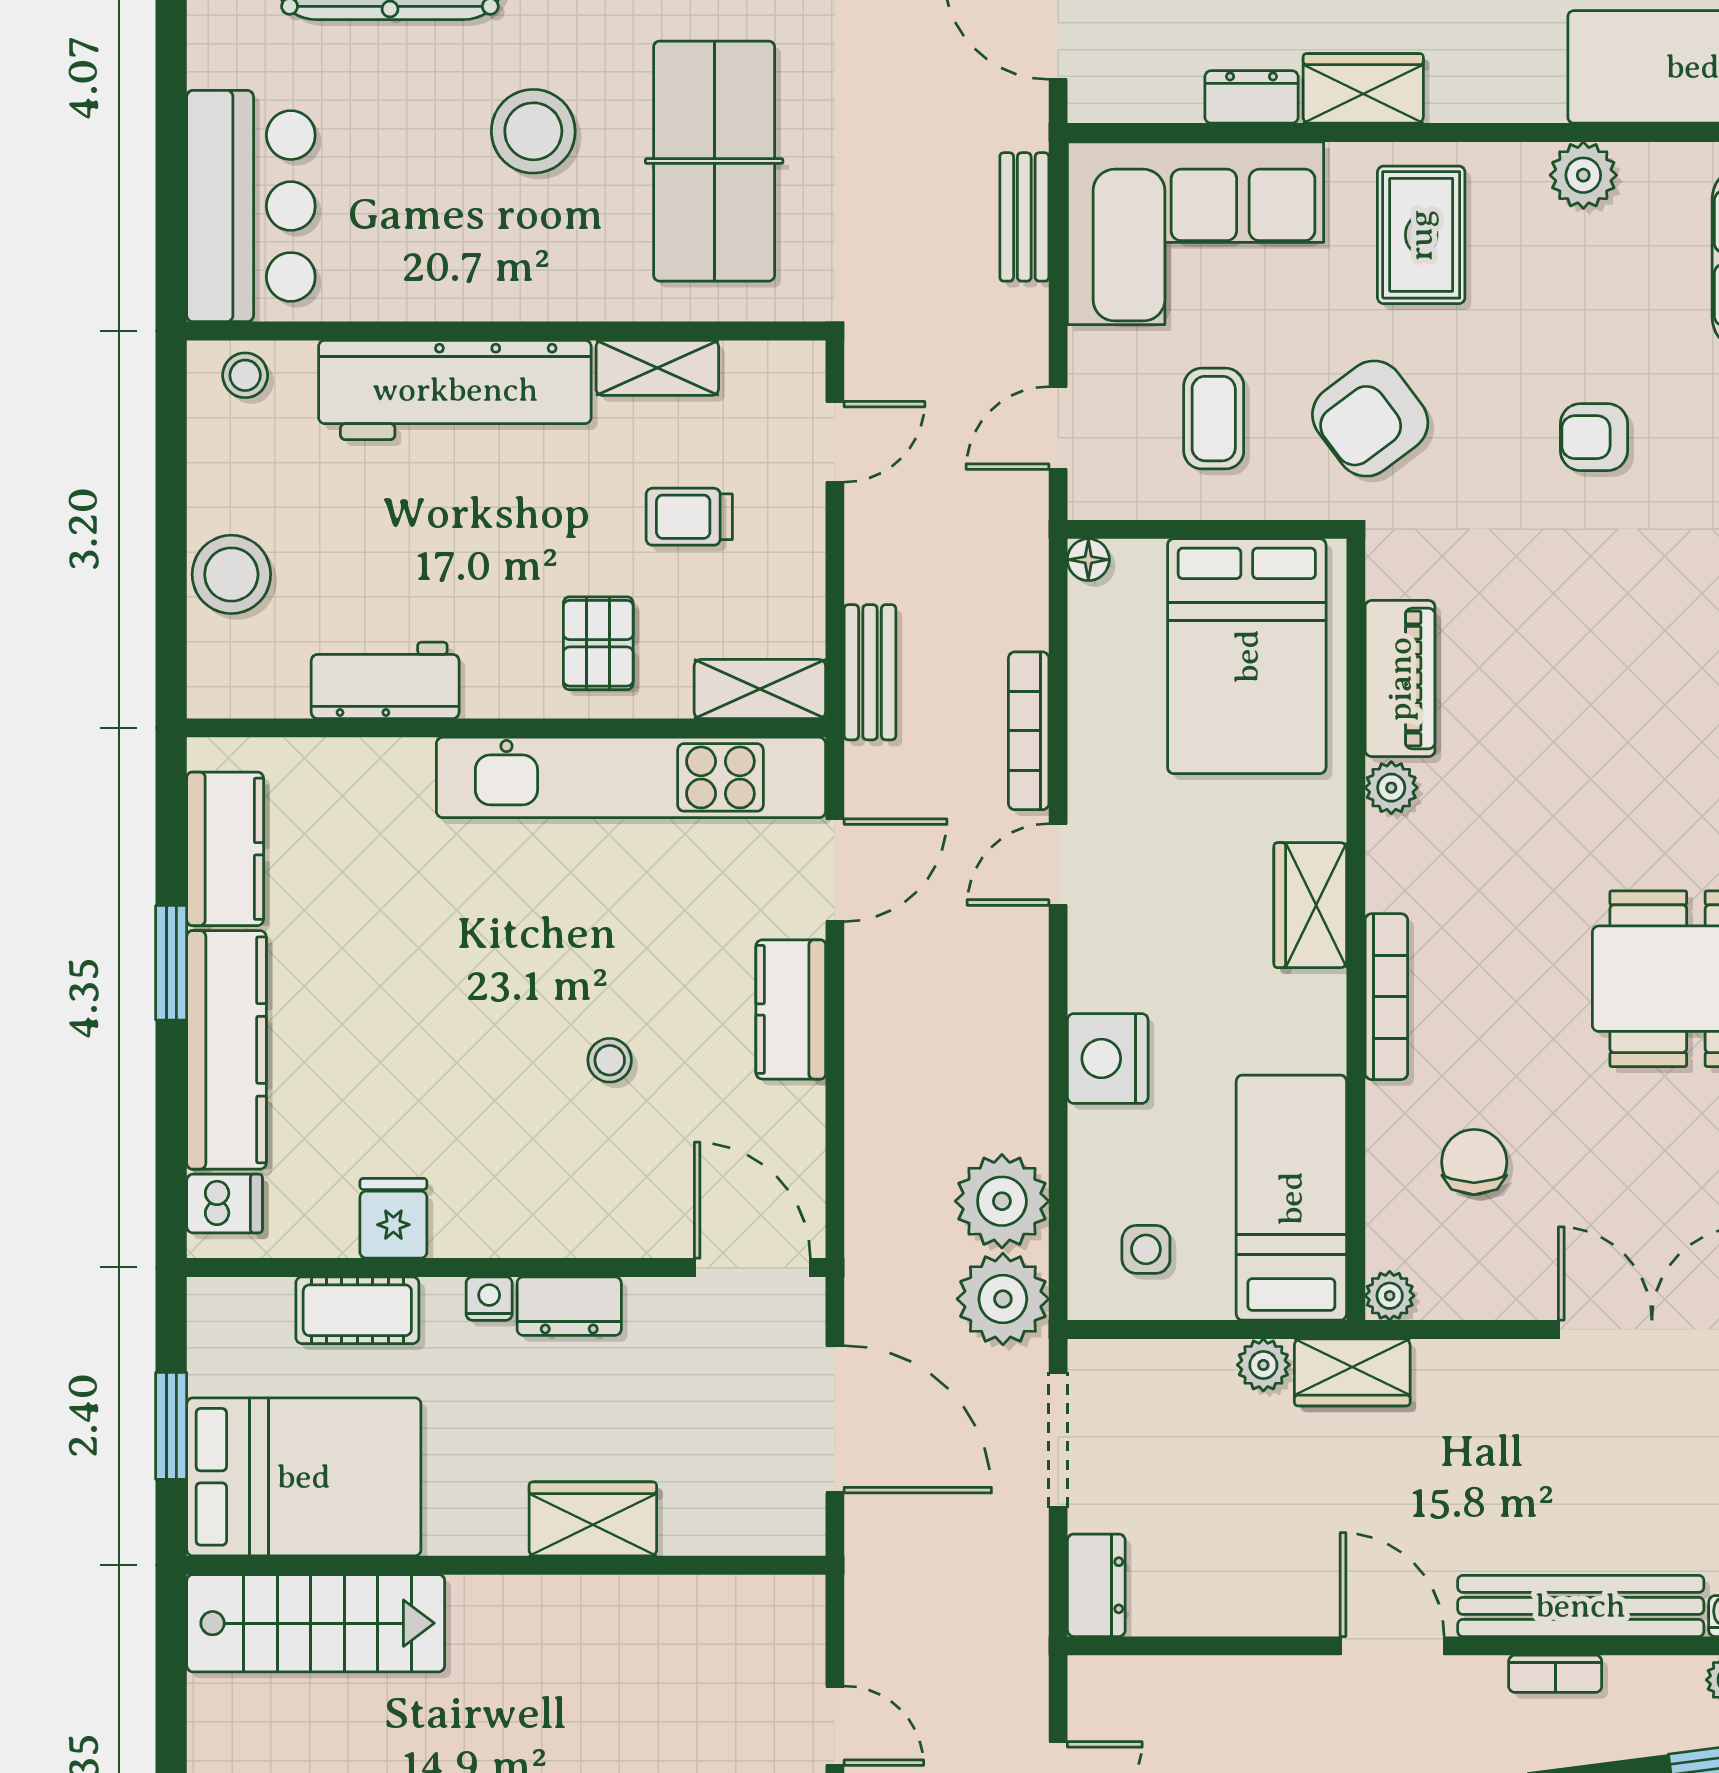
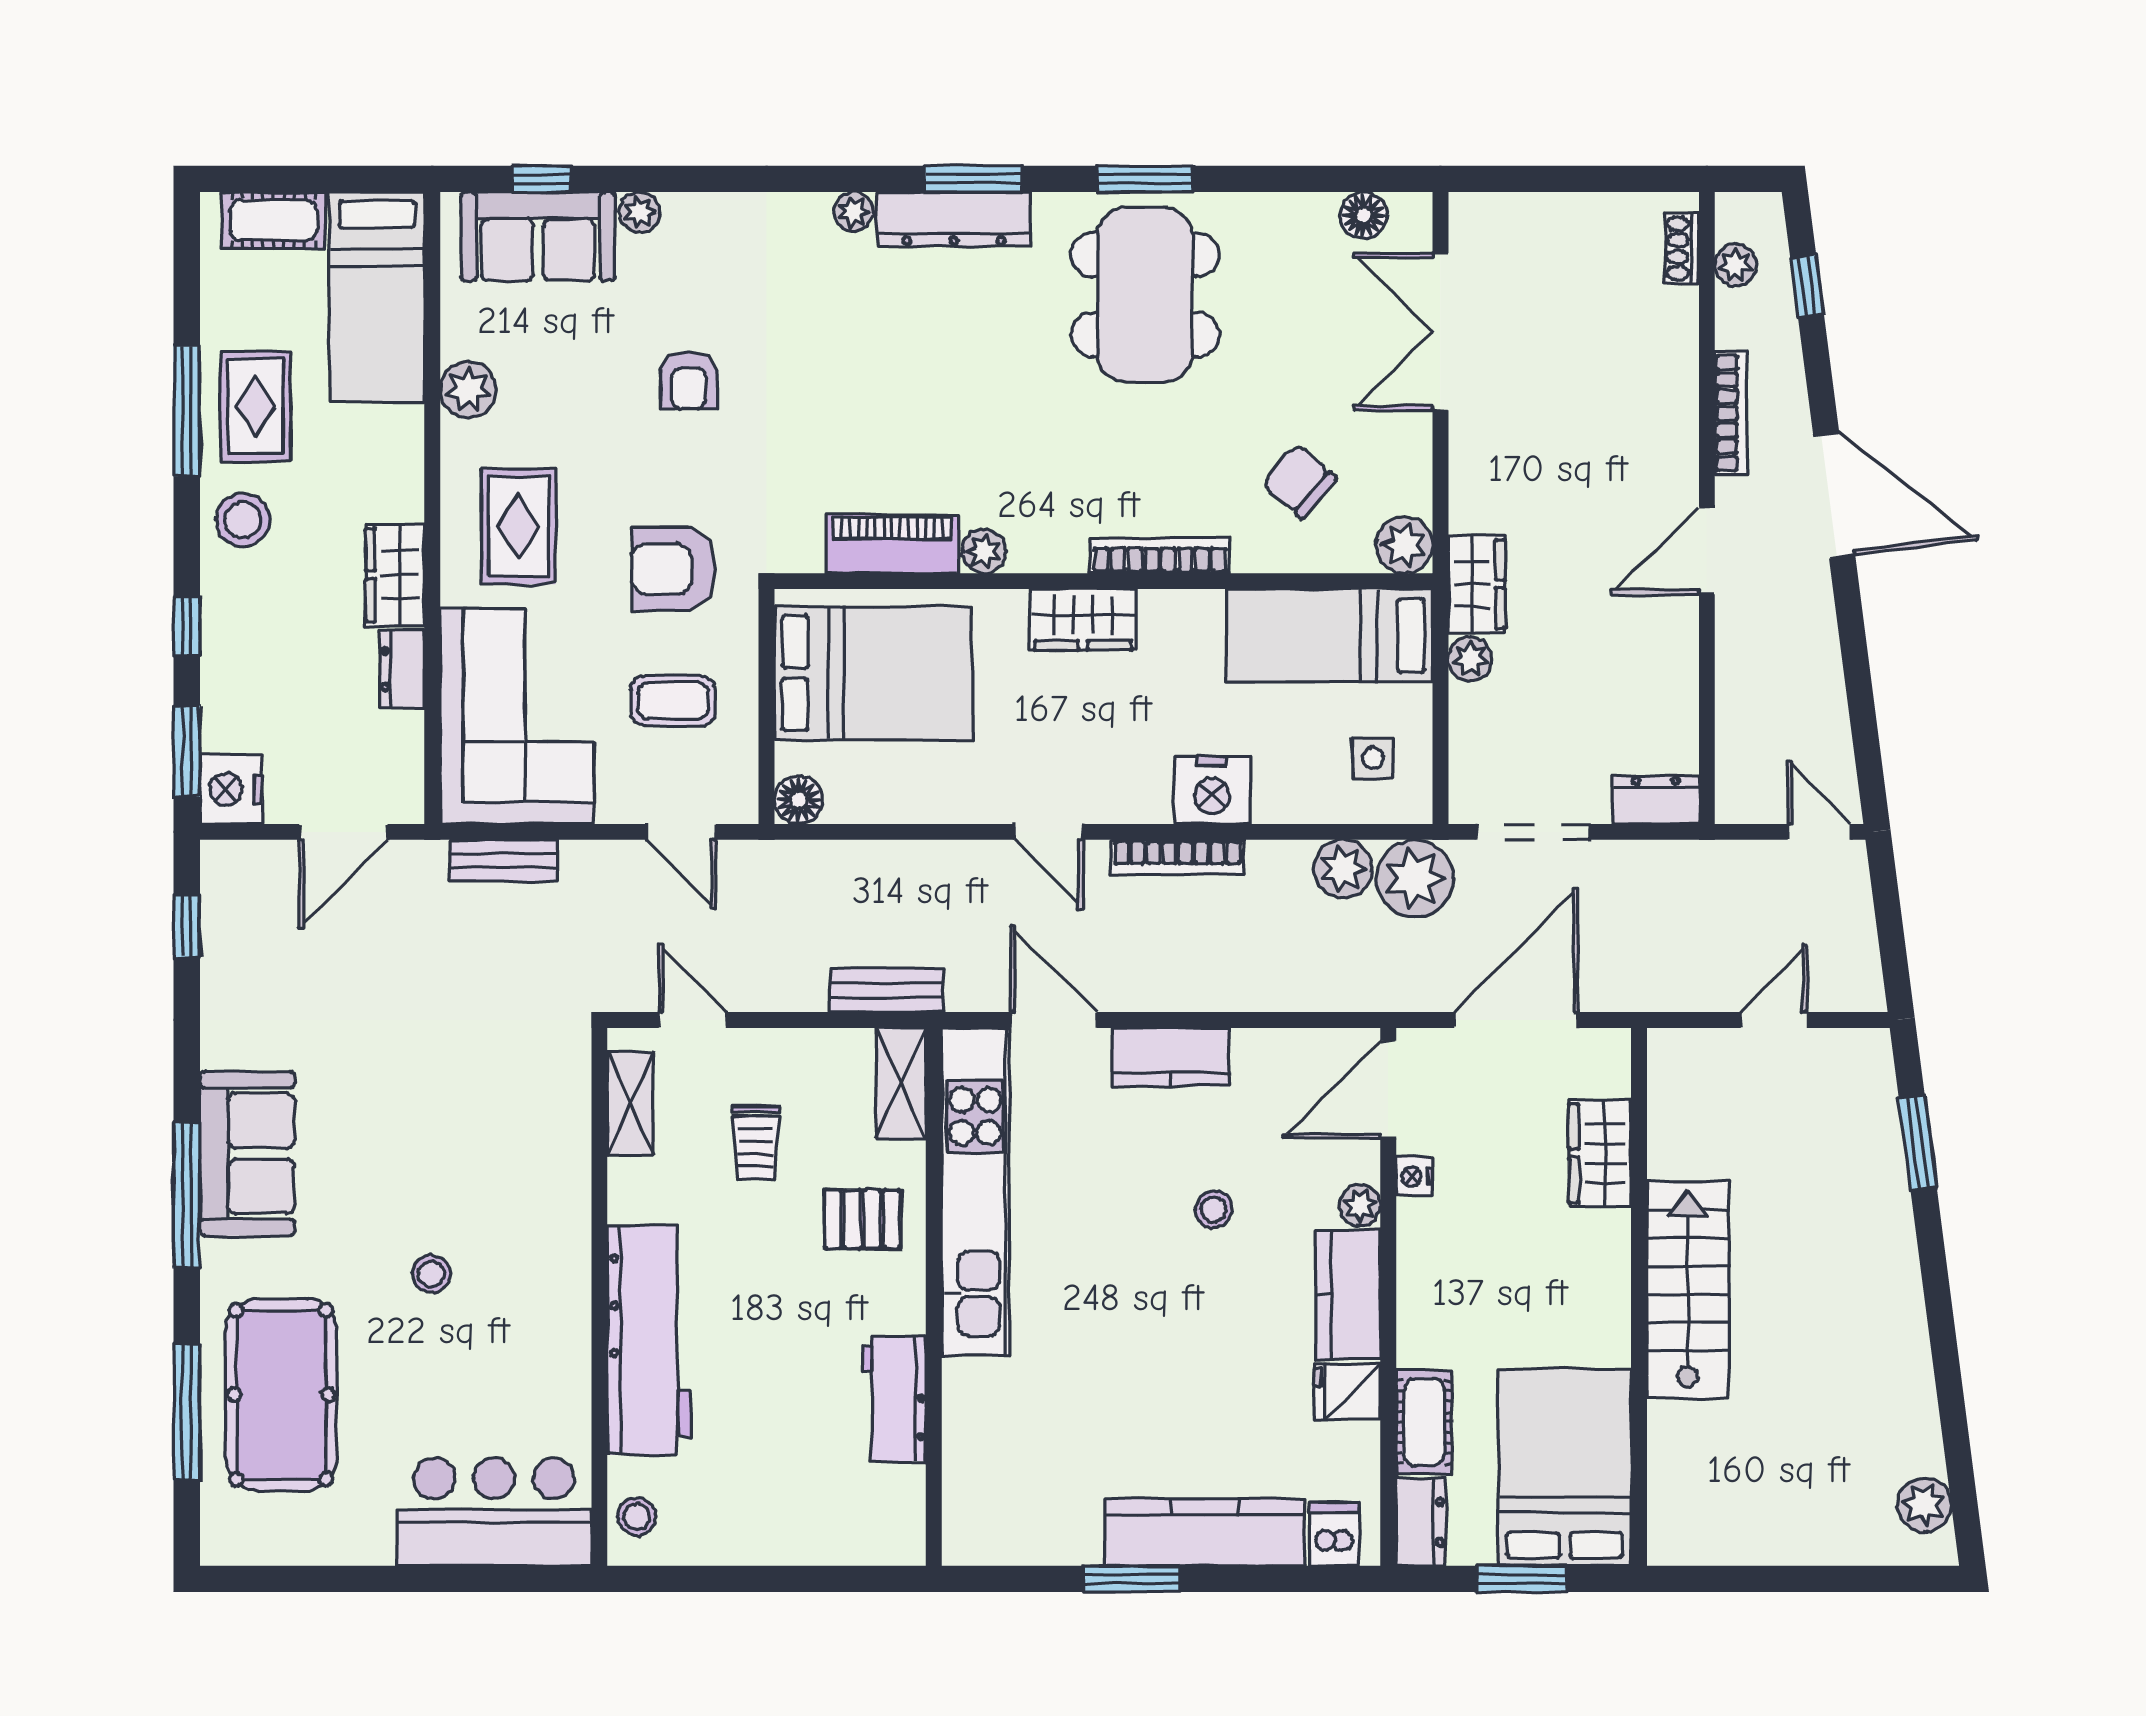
stool: (533, 131) -> (431, 1274), width x0.53, depth x0.53
table tennis table: (714, 161) -> (456, 1122), removed
rug: (1421, 235) -> (518, 526), turned 90
shelving: (657, 368) -> (630, 1104), moved
armchair: (1370, 419) -> (673, 569), turned 127
floor lamp: (1088, 560) -> (799, 800), width x1.37, depth x1.37
stool: (231, 574) -> (804, 1528), removed
bookcase: (1029, 731) -> (1178, 857), moved
kitchen counter: (225, 849) -> (1348, 1295), moved, turned -90
chair: (1474, 1162) -> (1299, 481), turned 40
plant: (1002, 1201) -> (1343, 869), width x0.73, depth x0.73
plant: (615, 1234) -> (1360, 1205), added
plant: (1390, 1296) -> (1404, 545), width x1.38, depth x1.38
nightstand: (489, 1299) -> (1414, 1176), moved
dresser: (569, 1306) -> (1421, 1522), moved
wardrobe: (593, 1519) -> (1600, 1153), moved
bench: (1581, 1606) -> (1673, 392), removed
stairs: (316, 1623) -> (1688, 1290), moved
bookcase: (1555, 1674) -> (1730, 413), width x1.56

